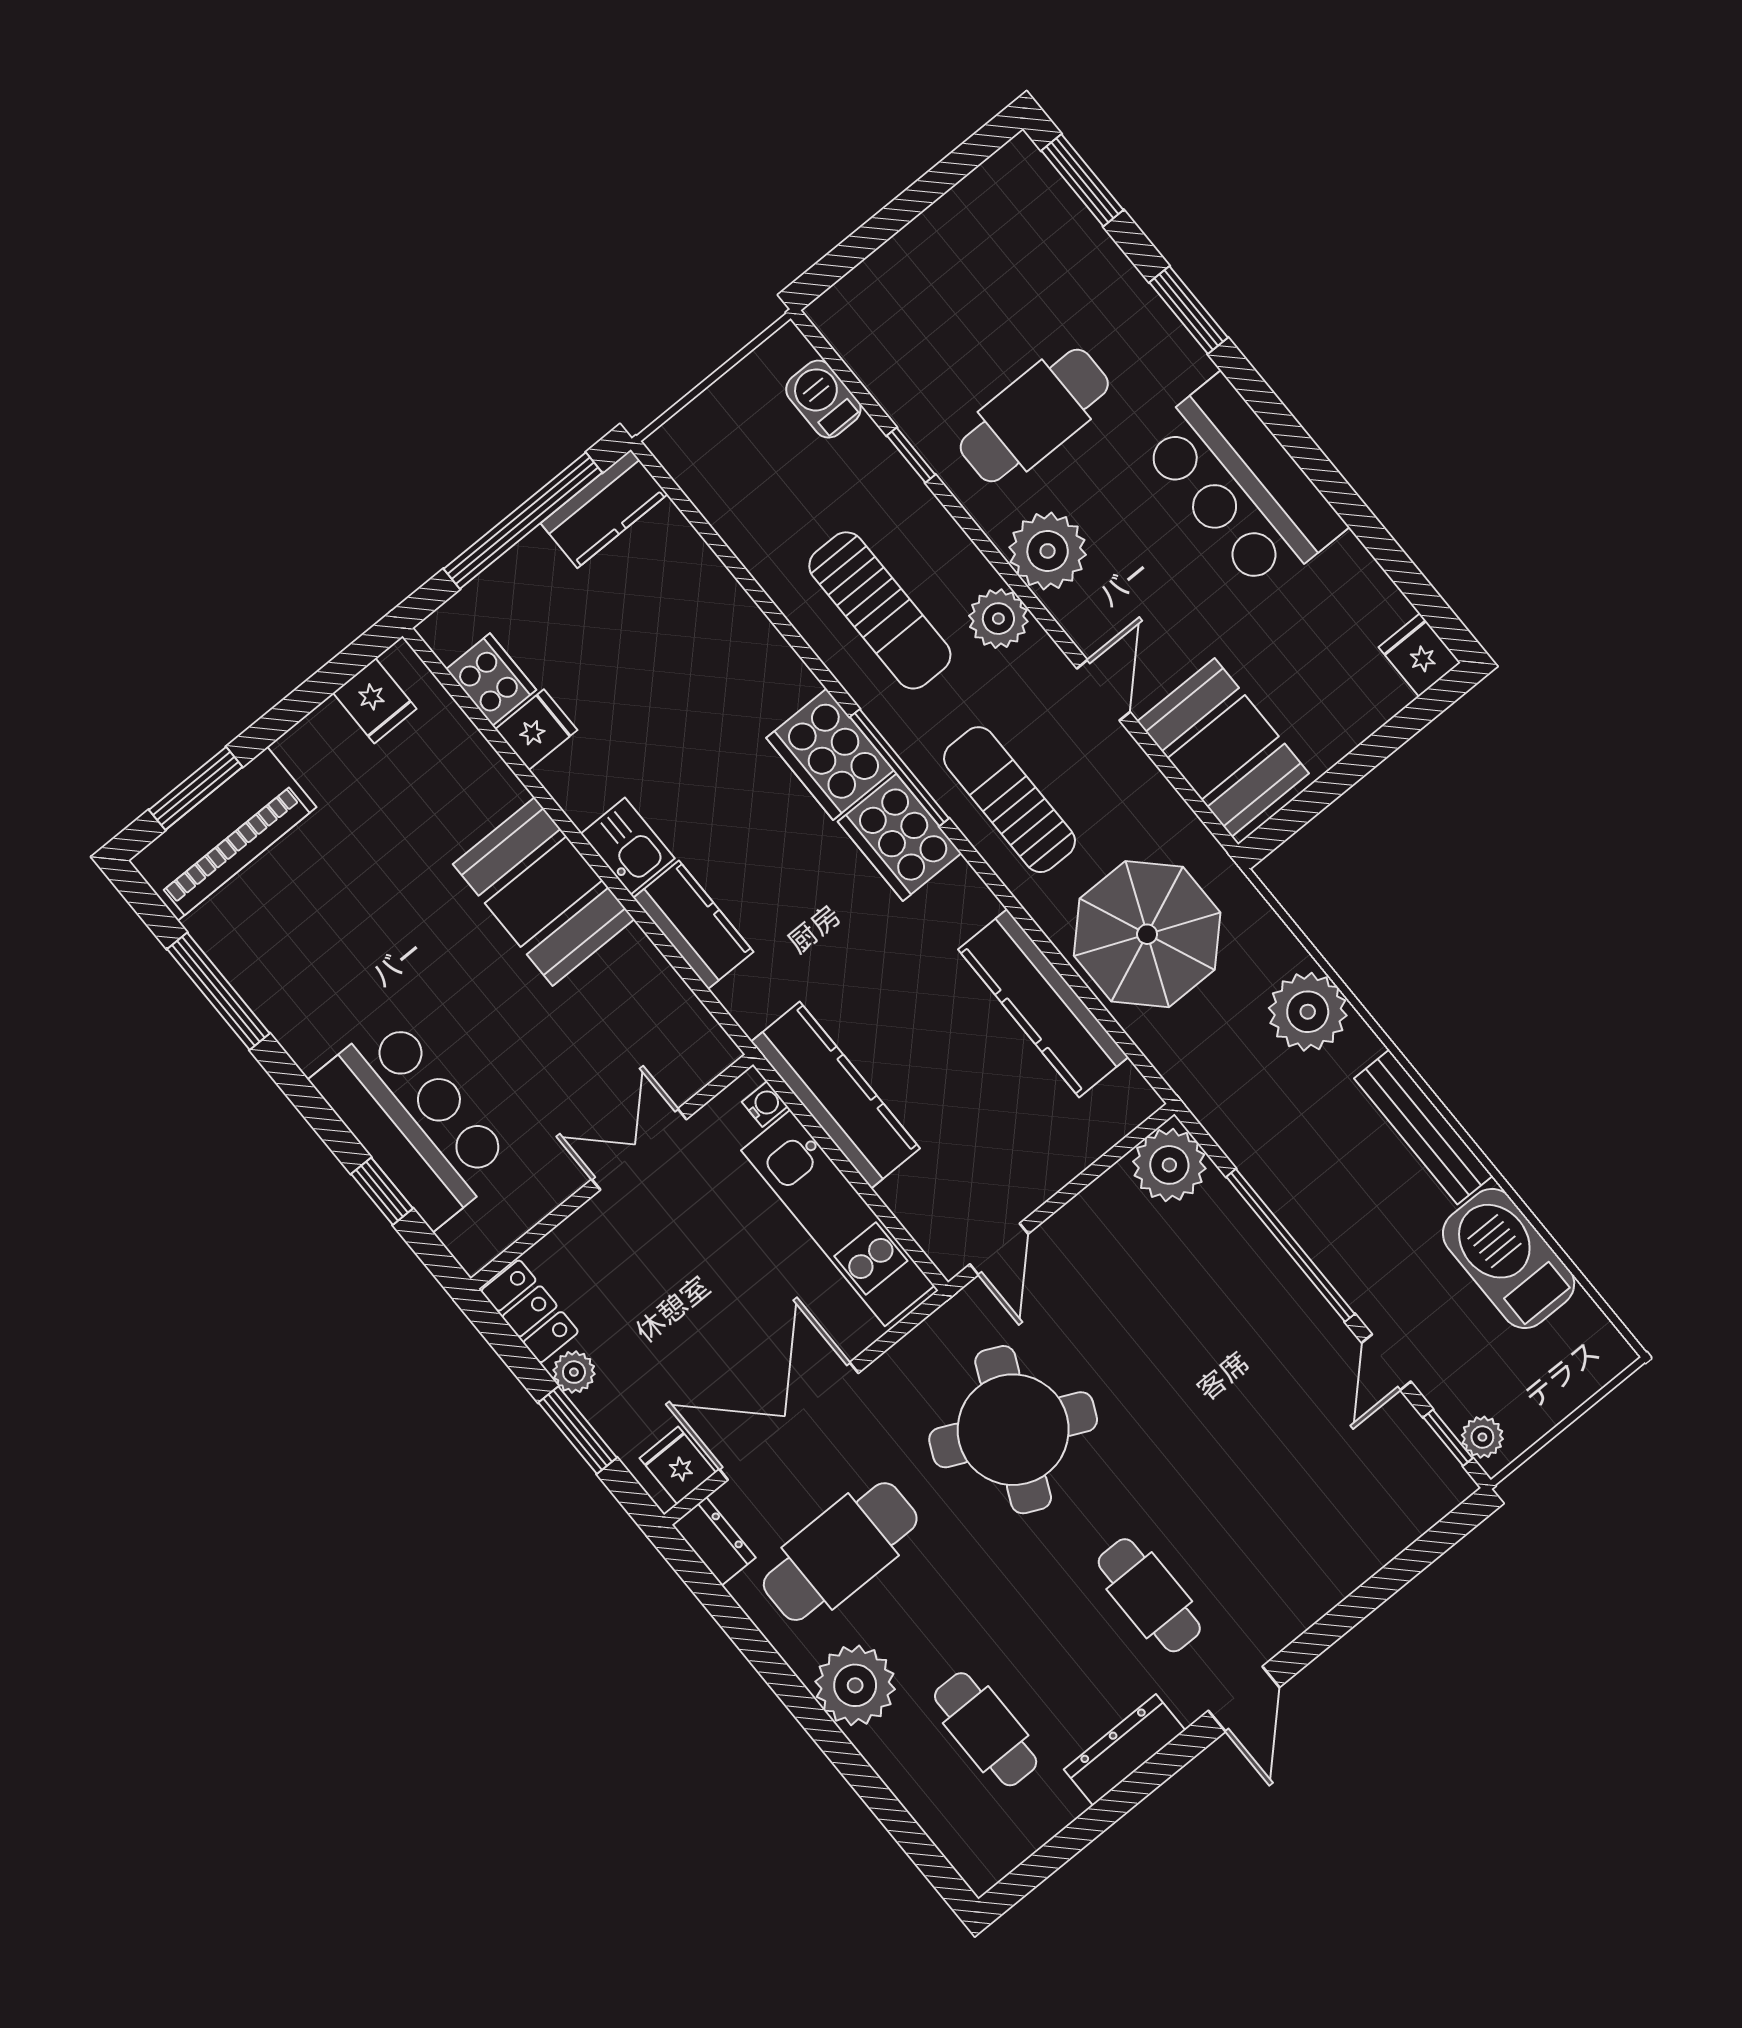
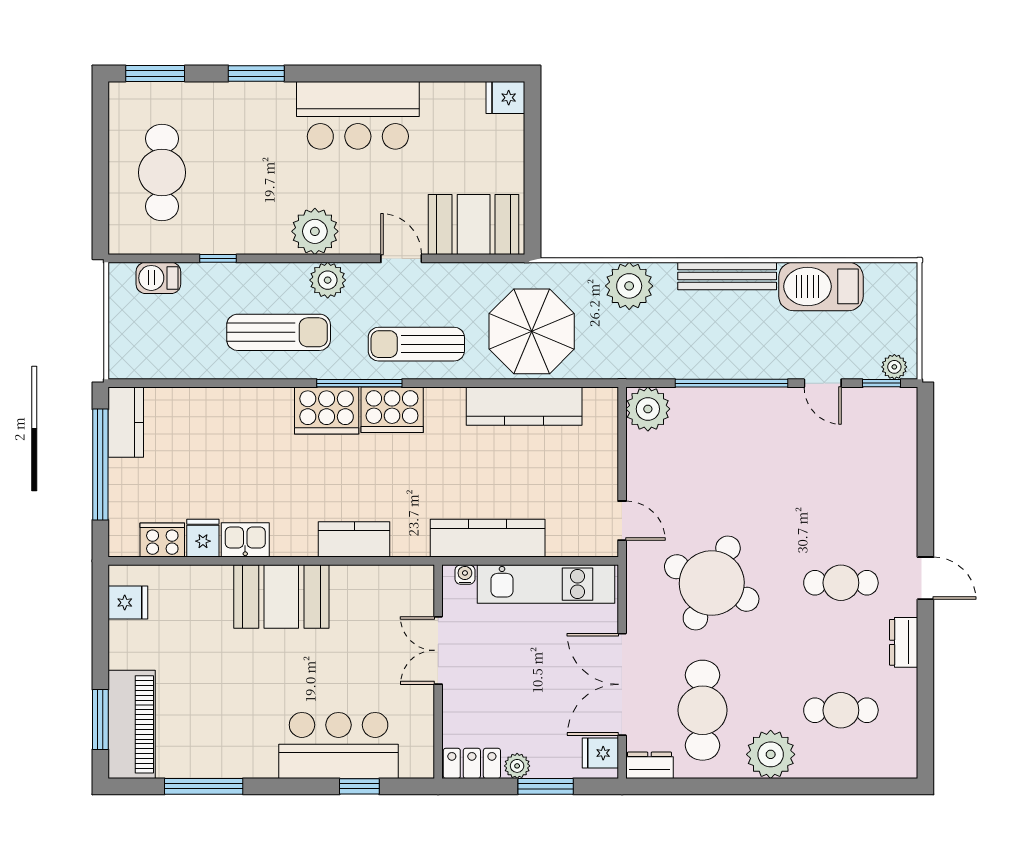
cafe table: (1034, 416) -> (162, 173), moved
kitchen sink: (628, 846) -> (245, 540), moved
dresser: (1125, 1750) -> (904, 642), width x0.70

